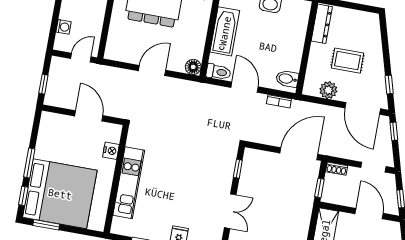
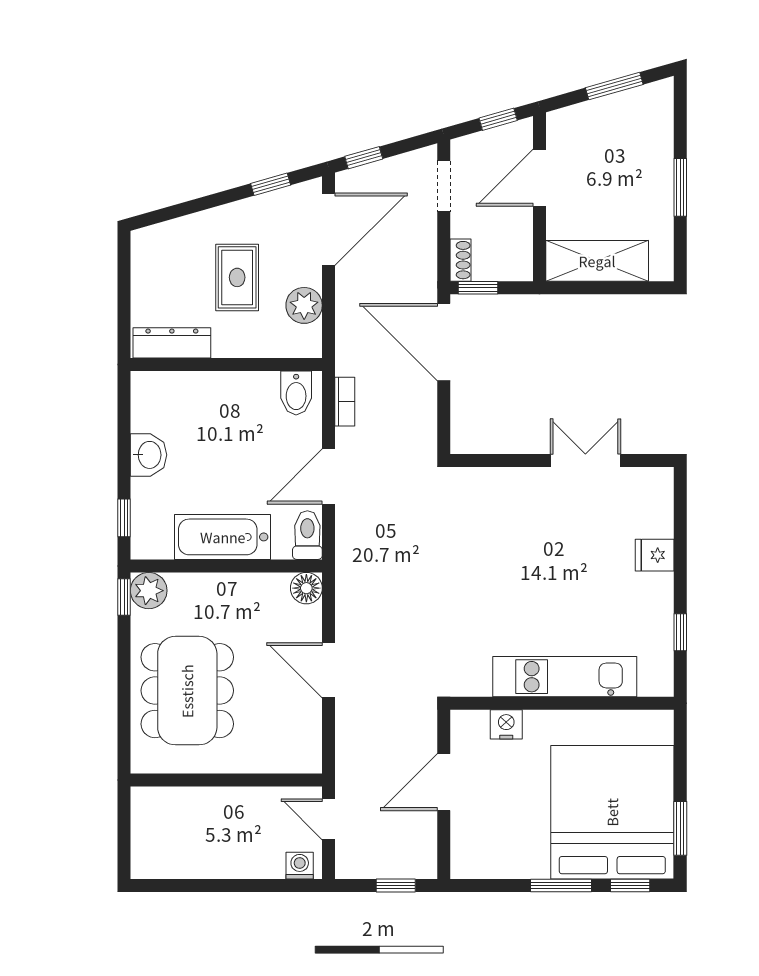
washing machine: (64, 27) -> (300, 866), moved
window: (238, 169) -> (496, 460), removed
window: (319, 188) -> (478, 288), moved

